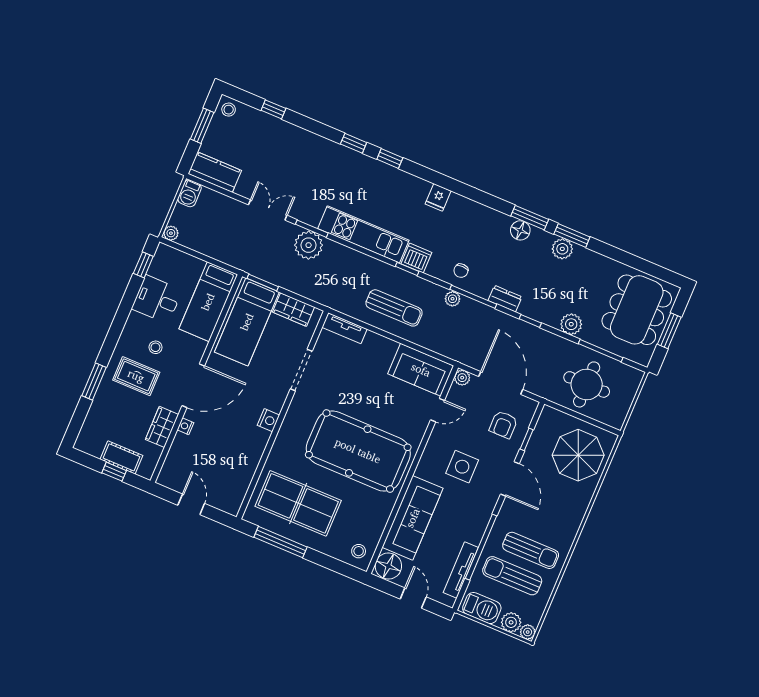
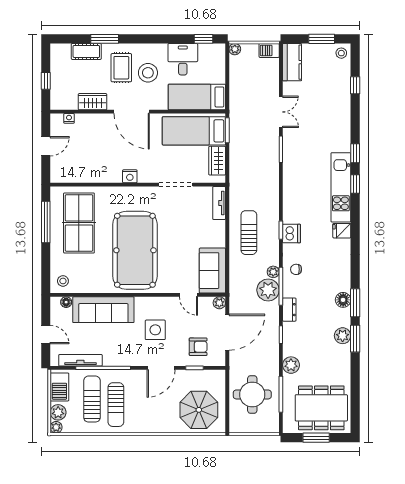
kitchen unit: (363, 234) -> (341, 187), moved, turned 180
plant: (309, 245) -> (268, 290), moved
sun lounger: (394, 308) -> (249, 233), turned 180
stool: (155, 347) -> (148, 73), width x1.89, depth x1.89
armchair: (503, 424) -> (198, 347), turned 180
nightstand: (185, 426) -> (69, 118), moved
cot: (121, 457) -> (86, 51), moved, turned 90
floor lamp: (388, 566) -> (66, 302), width x0.53, depth x0.53
door: (413, 598) -> (46, 335), hinge flipped

